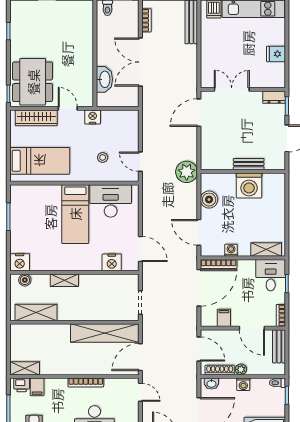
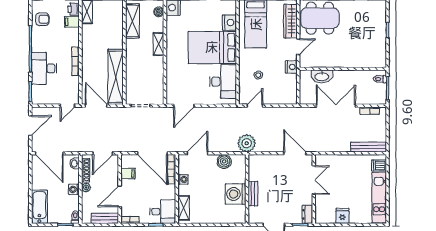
bed: (75, 214) -> (212, 47), width x1.50
nightstand: (112, 262) -> (229, 23), moved, turned 180

